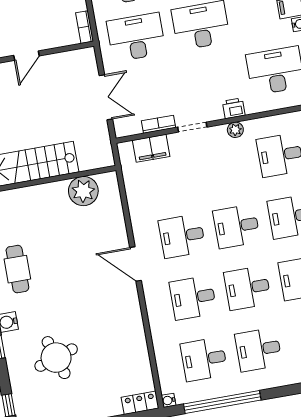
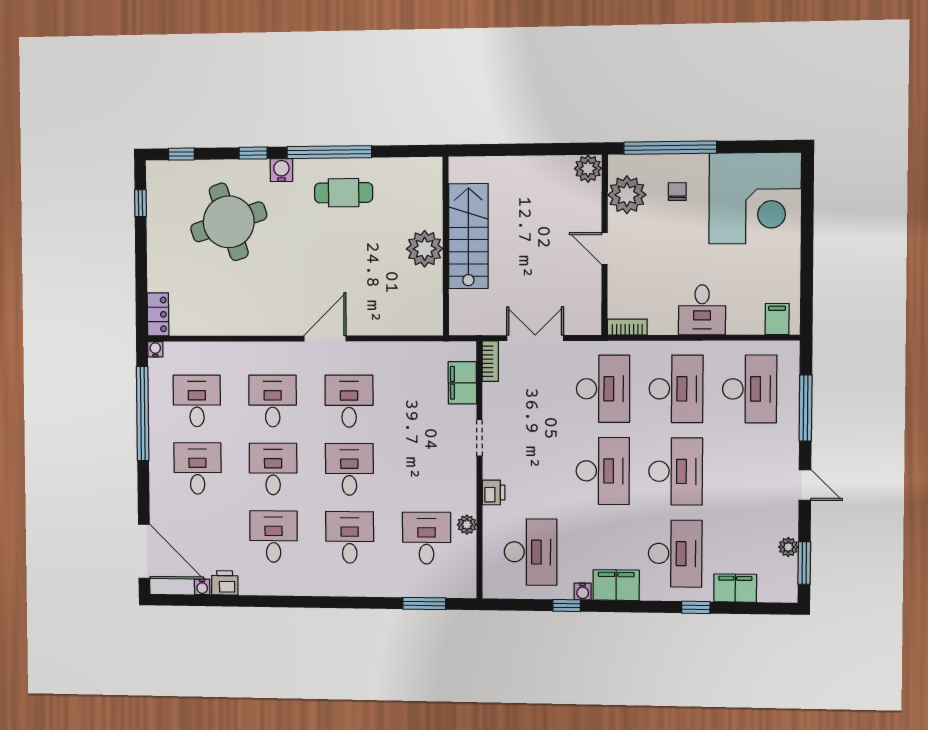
double door: (106, 97) -> (535, 338), swing flipped
bookcase: (158, 124) -> (490, 361), moved
plant: (235, 130) -> (467, 525), moved
plant: (83, 191) -> (425, 249), moved
round table: (56, 358) -> (229, 222), width x1.36, depth x1.36

